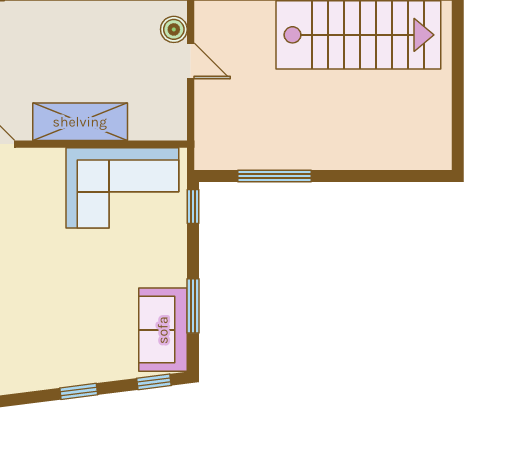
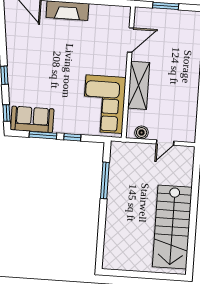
boiler: (174, 29) -> (142, 132), moved
window: (193, 207) -> (72, 137), moved

